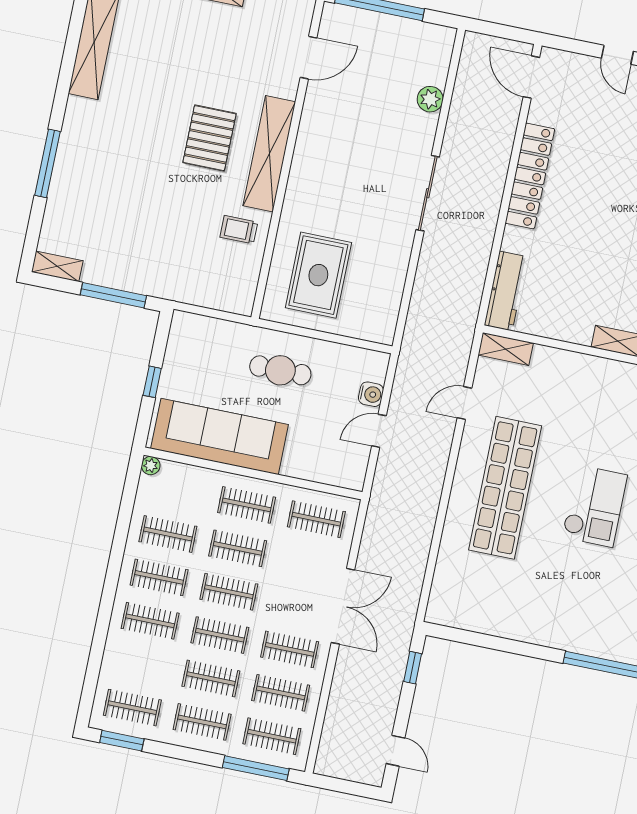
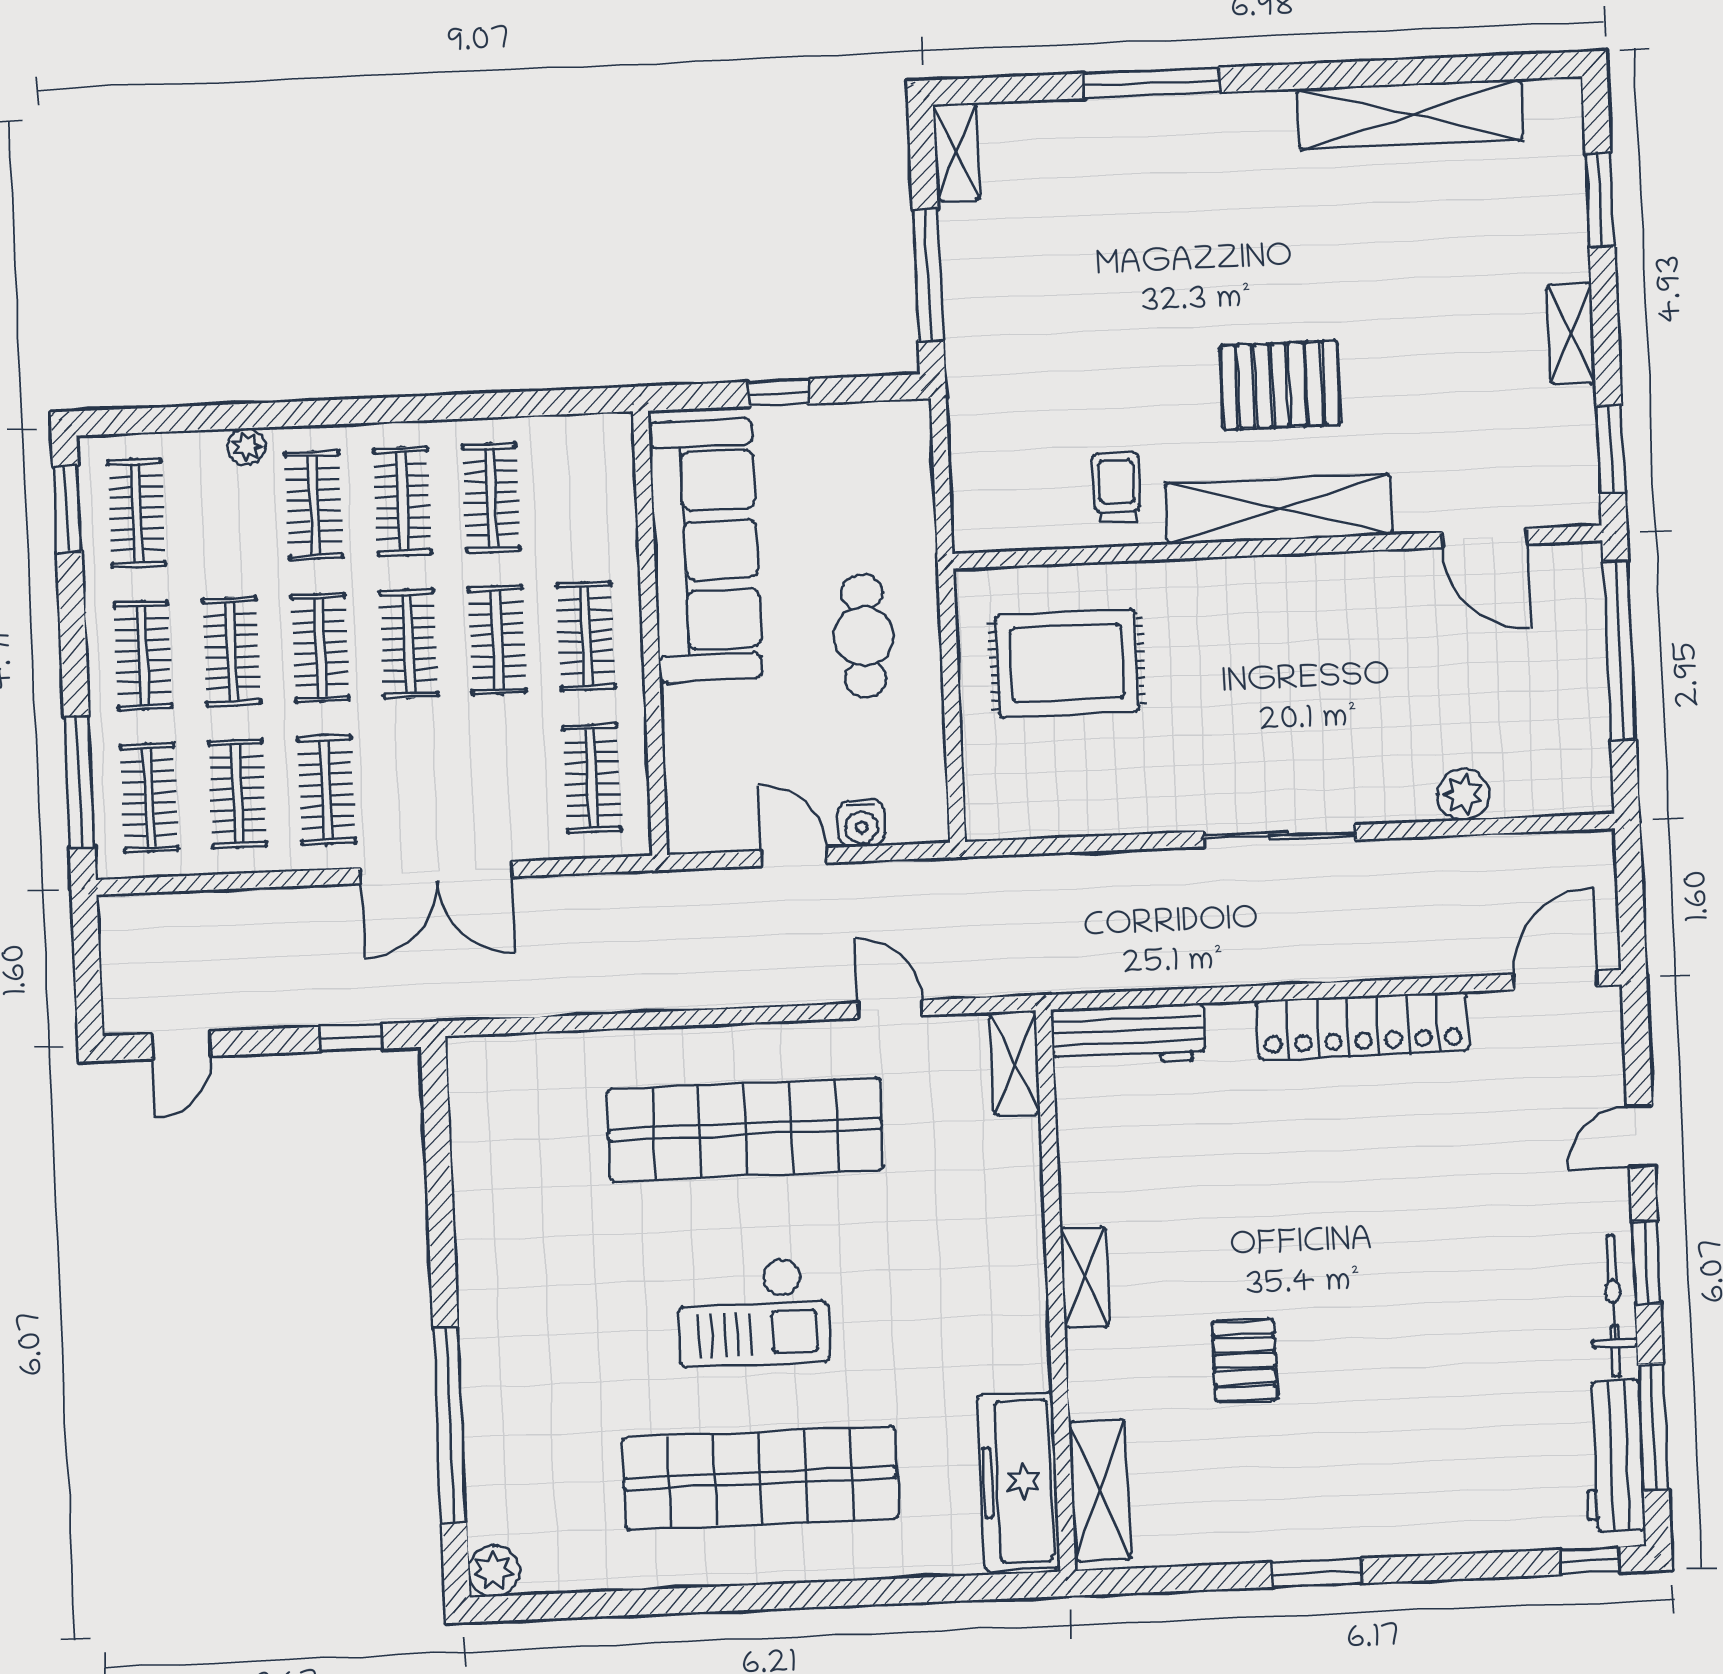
plant: (151, 466) -> (247, 447), moved

